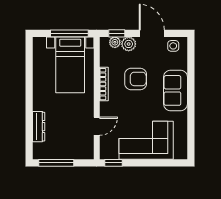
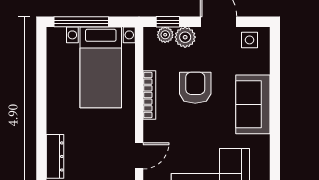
window: (69, 33) -> (81, 22), moved
armchair: (136, 79) -> (195, 88), turned -90

